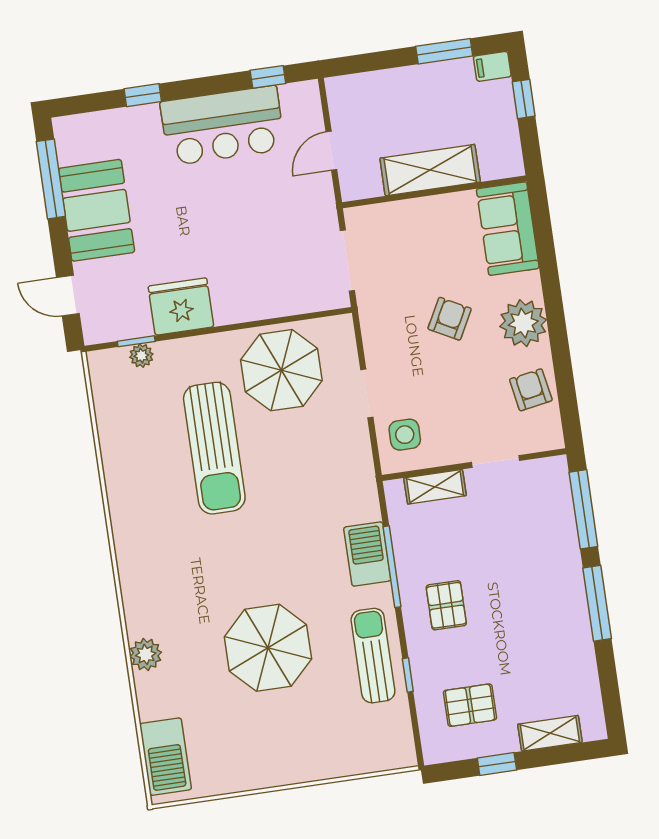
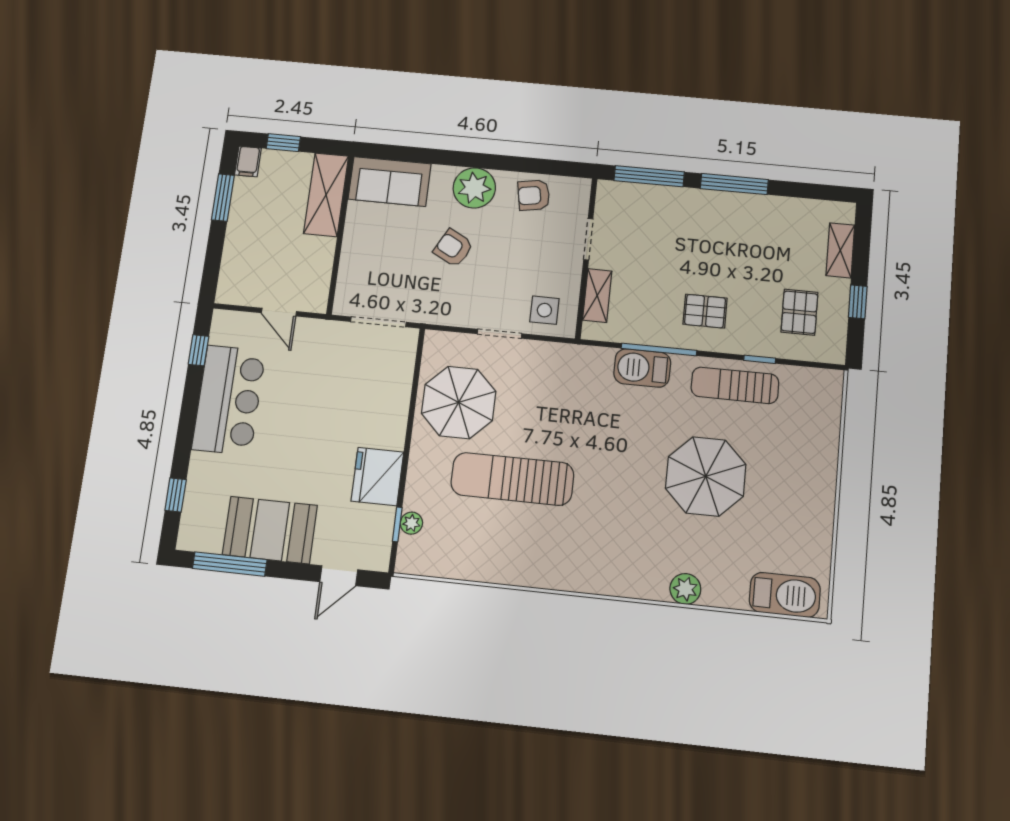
window: (143, 95) -> (176, 495), moved
shelving: (430, 170) -> (326, 195), moved
sun lounger: (214, 448) -> (512, 479), turned 180

